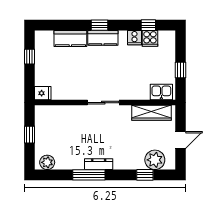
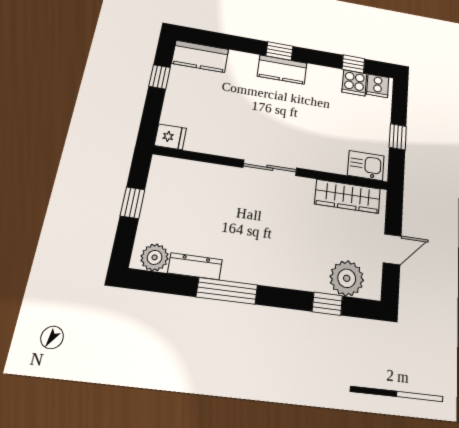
kitchen counter: (70, 38) -> (200, 56), moved
cooker: (134, 38) -> (378, 86), moved
dresser: (99, 164) -> (195, 266), moved

